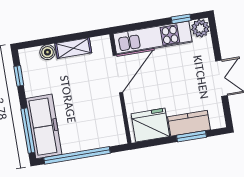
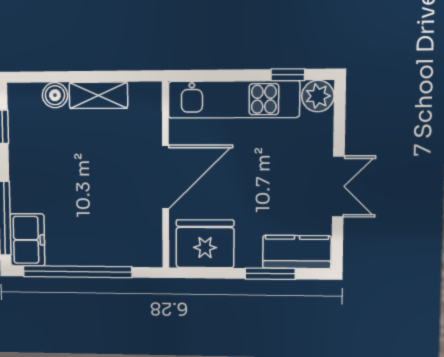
door: (118, 74) -> (166, 177), moved
kitchen counter: (189, 123) -> (297, 252), moved
freezer: (44, 126) -> (27, 240), width x0.52, depth x0.79

